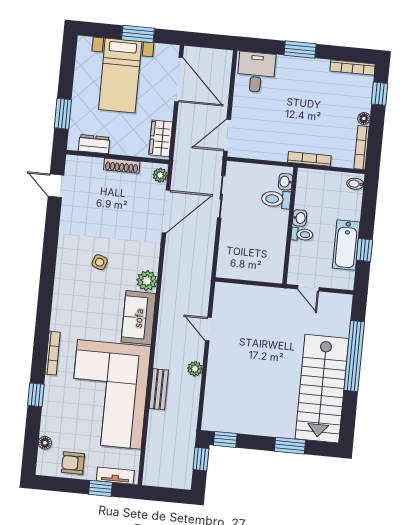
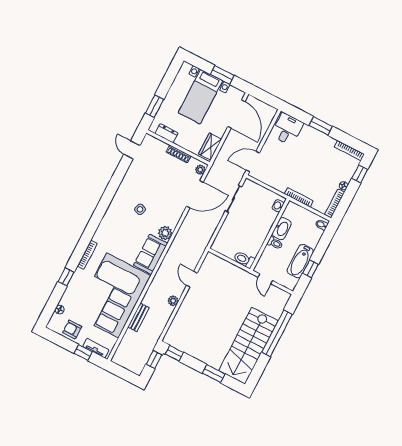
toilet: (276, 199) -> (244, 260), moved
washbasin: (300, 218) -> (282, 229), width x1.91, depth x1.45
bench: (159, 389) -> (139, 317), moved

